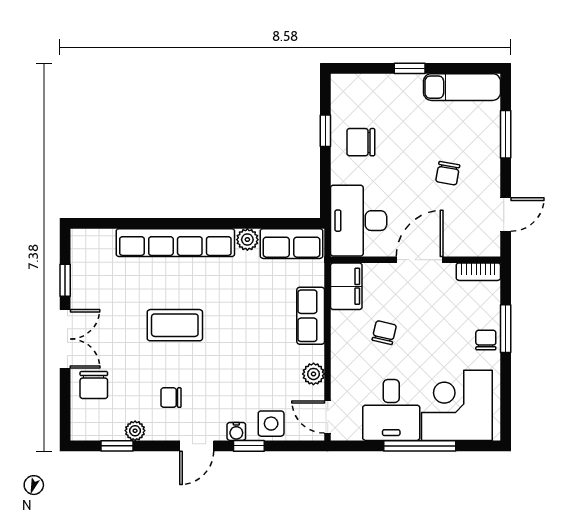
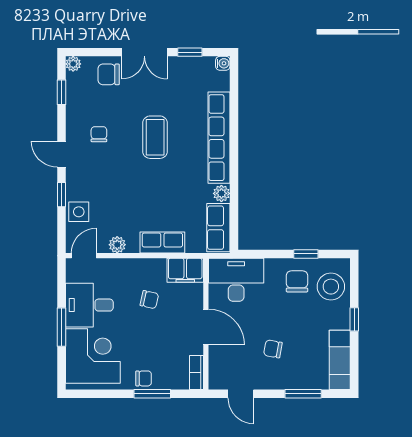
stool: (367, 98) -> (331, 287), added
plant: (135, 431) -> (73, 64), moved
water cooler: (236, 431) -> (223, 63), moved, turned 180
window: (420, 446) -> (62, 327), width x0.69

